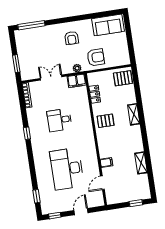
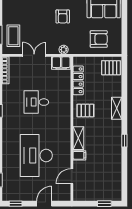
armchair: (96, 57) -> (99, 39), moved
coffee table: (29, 63) -> (13, 36), added
locker: (95, 94) -> (78, 80), width x1.53
window: (145, 143) -> (124, 141), added
shelving: (141, 163) -> (78, 138), moved

